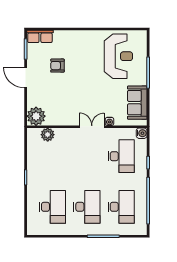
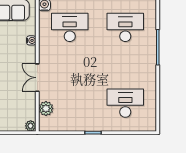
plant: (36, 116) -> (31, 126), width x0.53, depth x0.53
double door: (92, 127) -> (37, 78), moved
desk: (87, 207) -> (125, 65), removed

